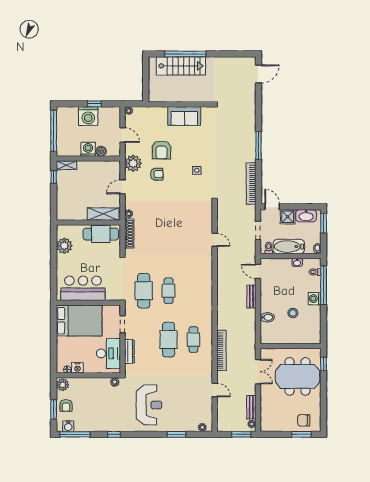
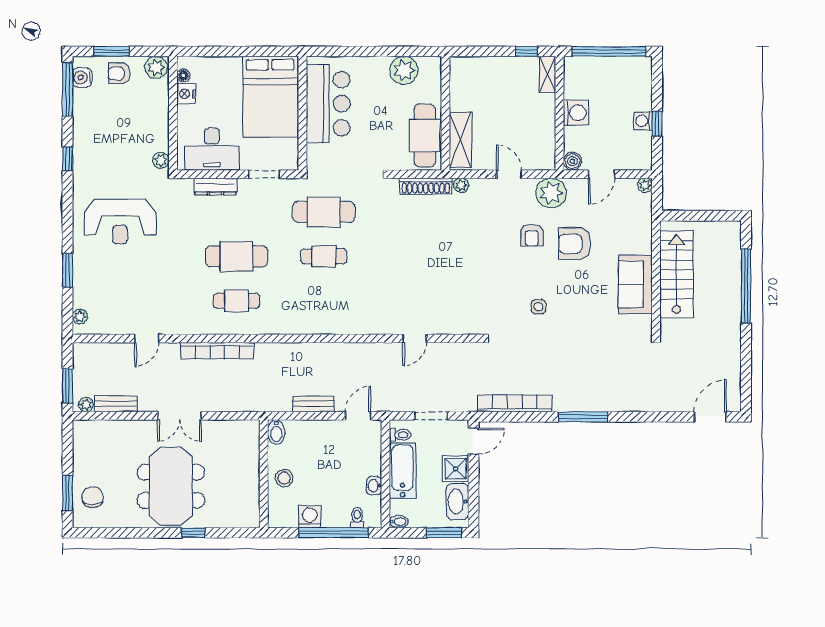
stairs: (181, 66) -> (676, 274), moved, turned 180
door: (259, 74) -> (710, 417), swing flipped
washing machine: (88, 116) -> (643, 121), width x0.53, depth x0.53
boiler: (101, 151) -> (572, 161), moved
wall: (290, 346) -> (264, 474), moved

